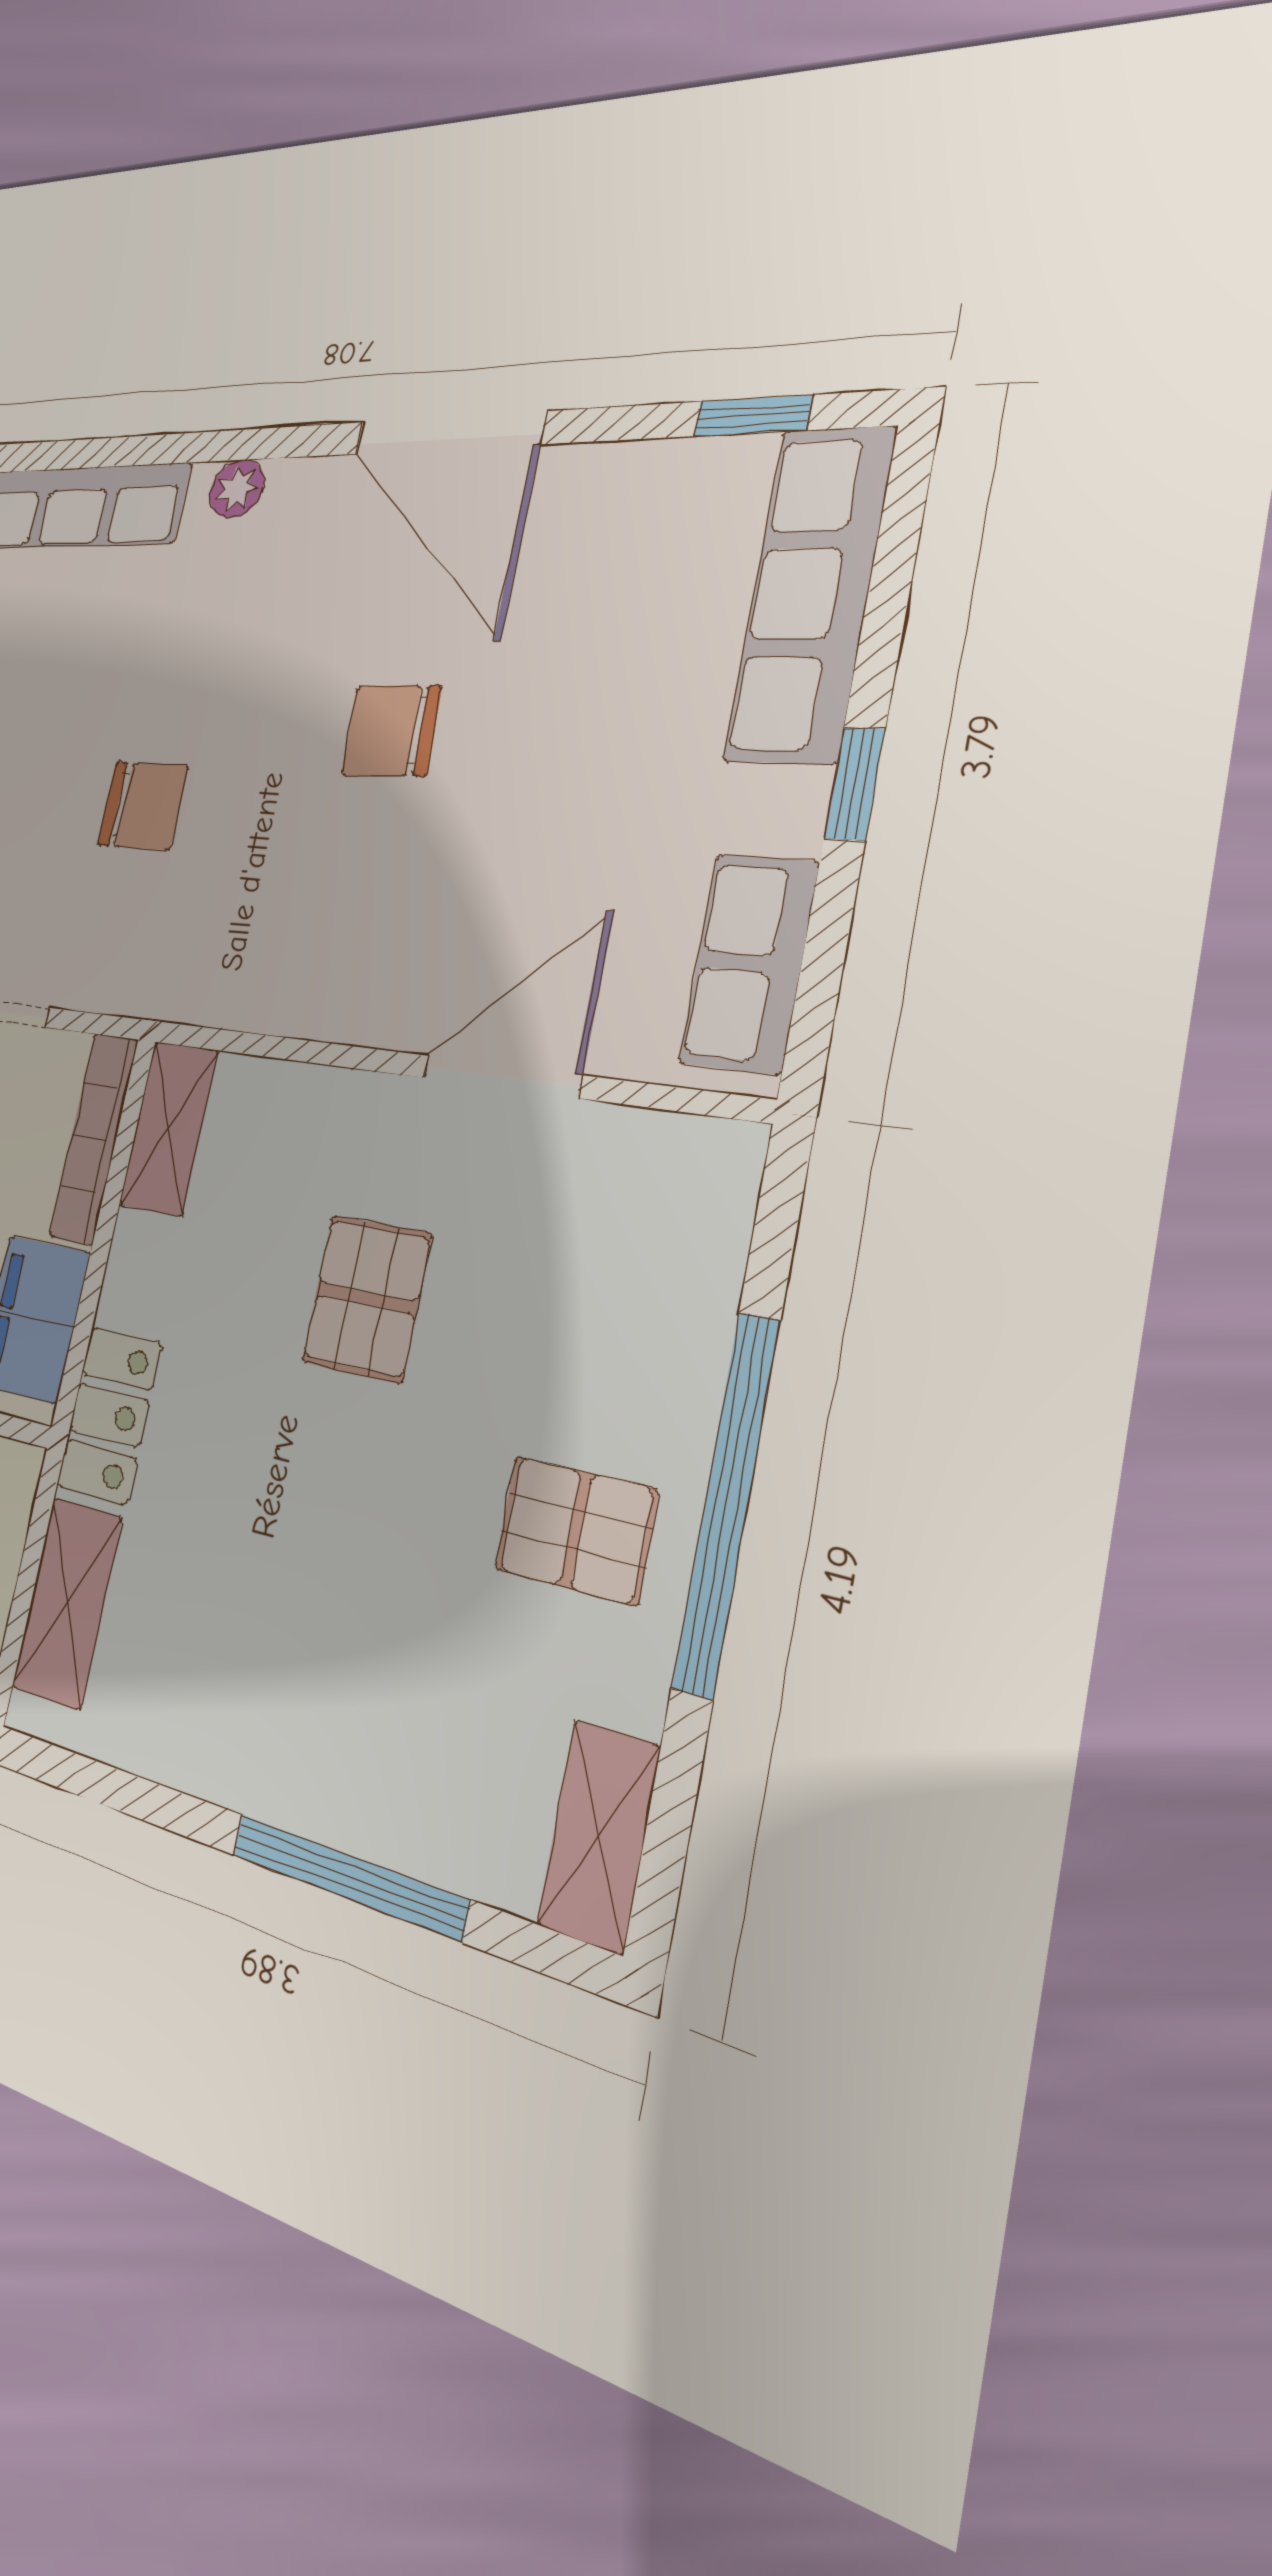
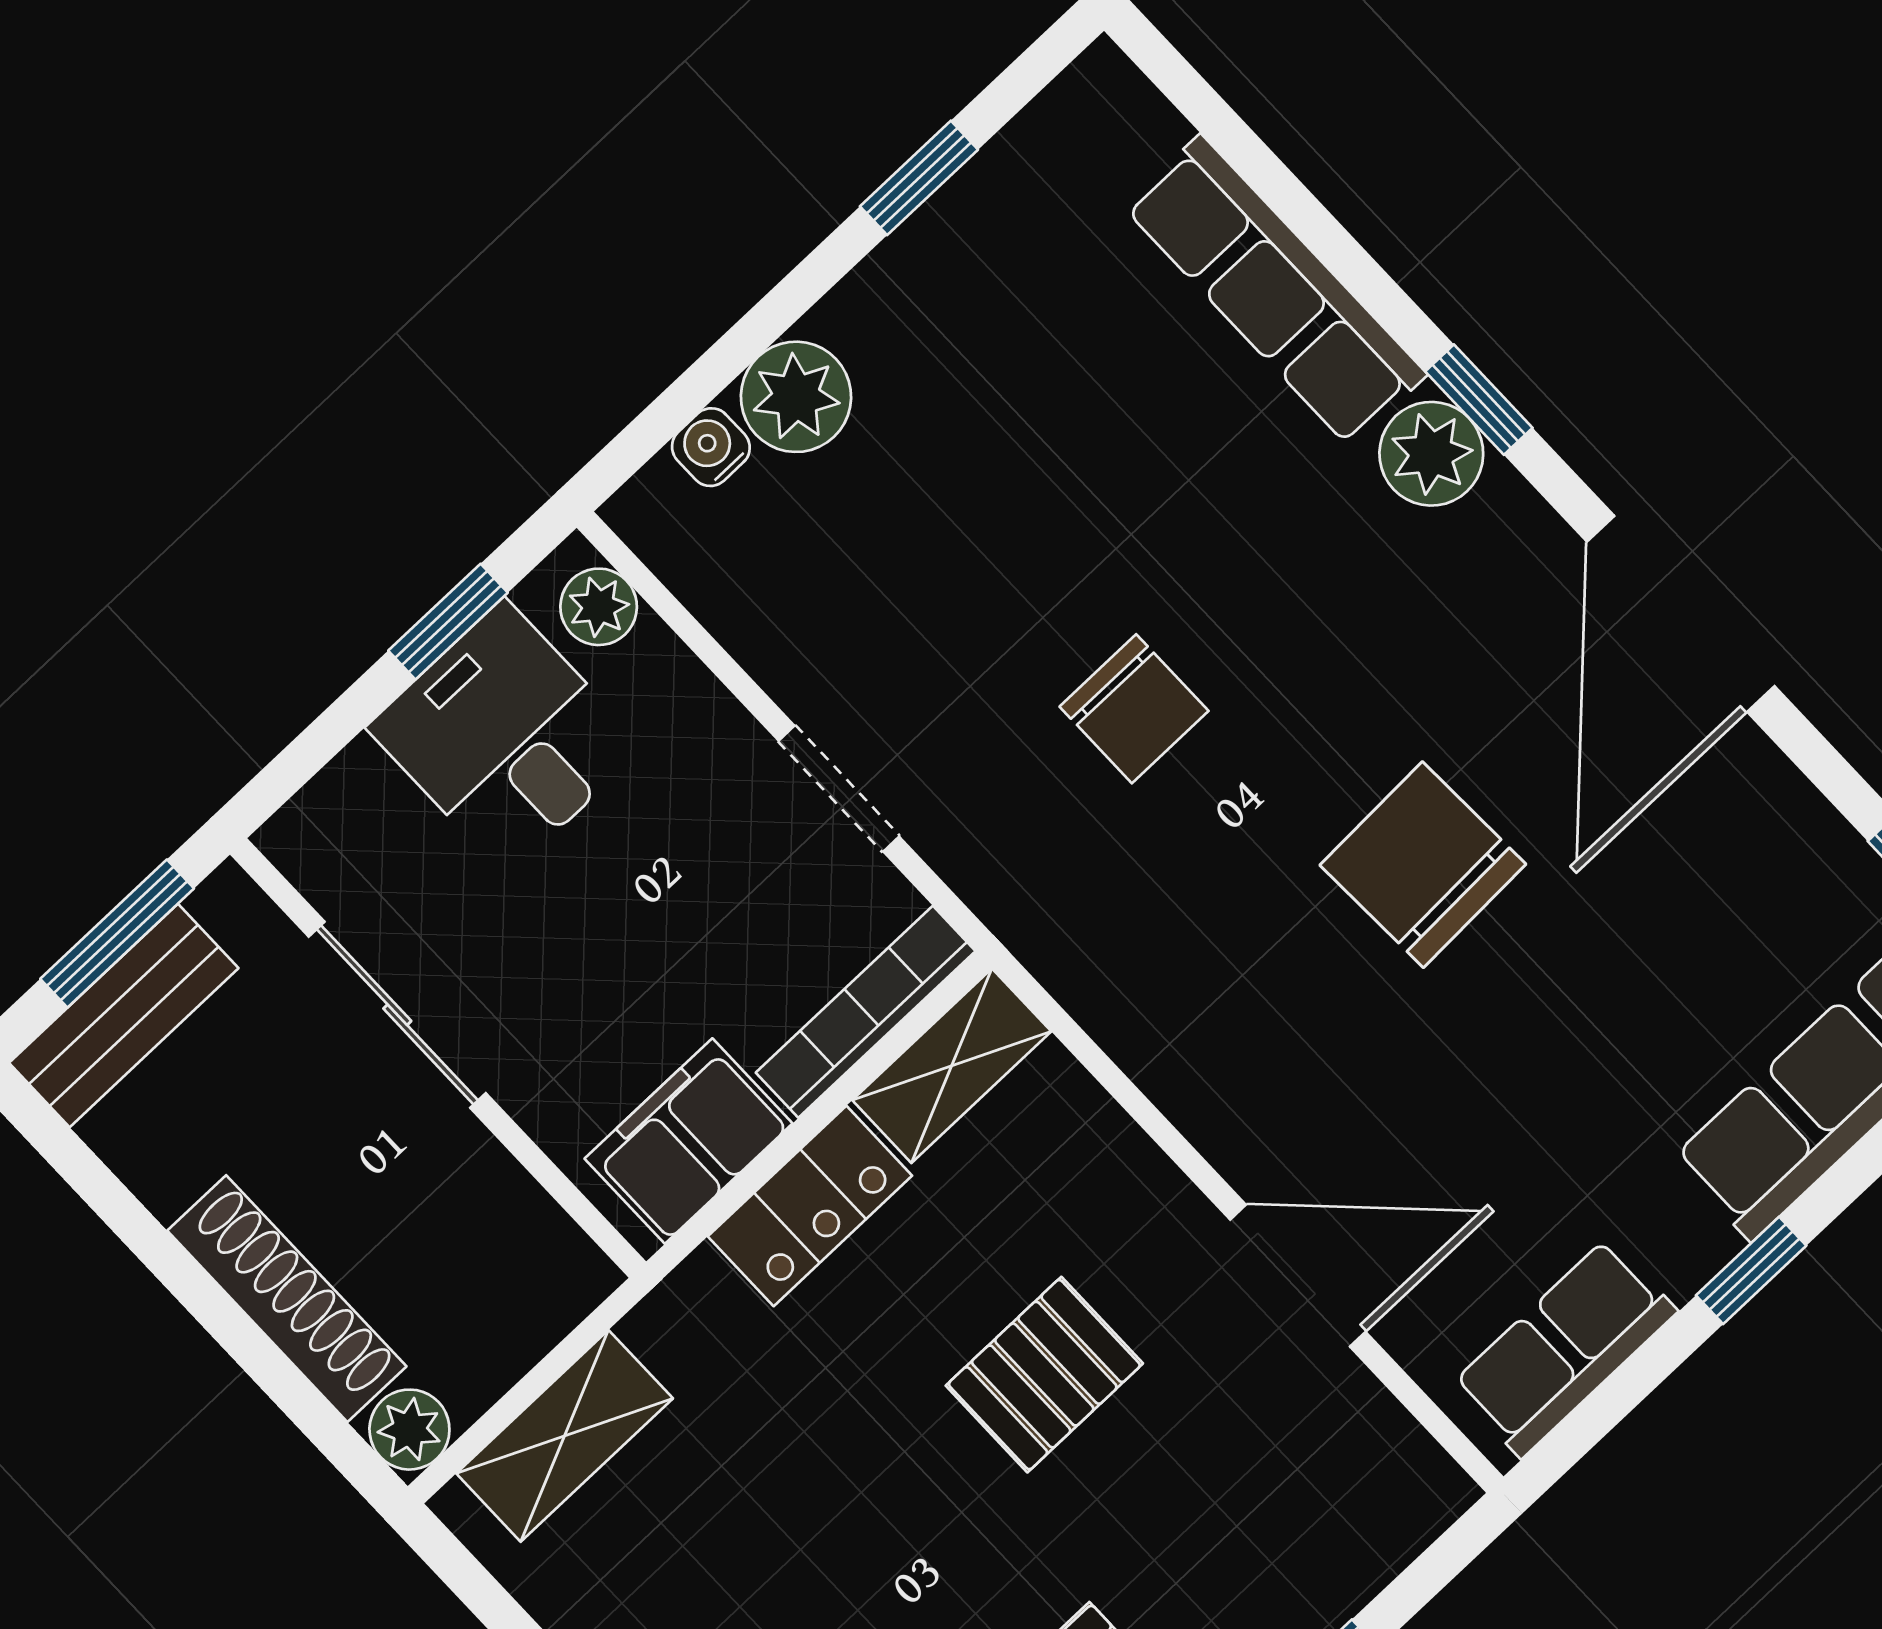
window: (232, 445) -> (1479, 400), added
plant: (237, 489) -> (1431, 454), width x1.38, depth x1.38
chair: (391, 731) -> (1423, 865), width x1.37, depth x1.37
locker: (109, 1415) -> (810, 1206), moved

